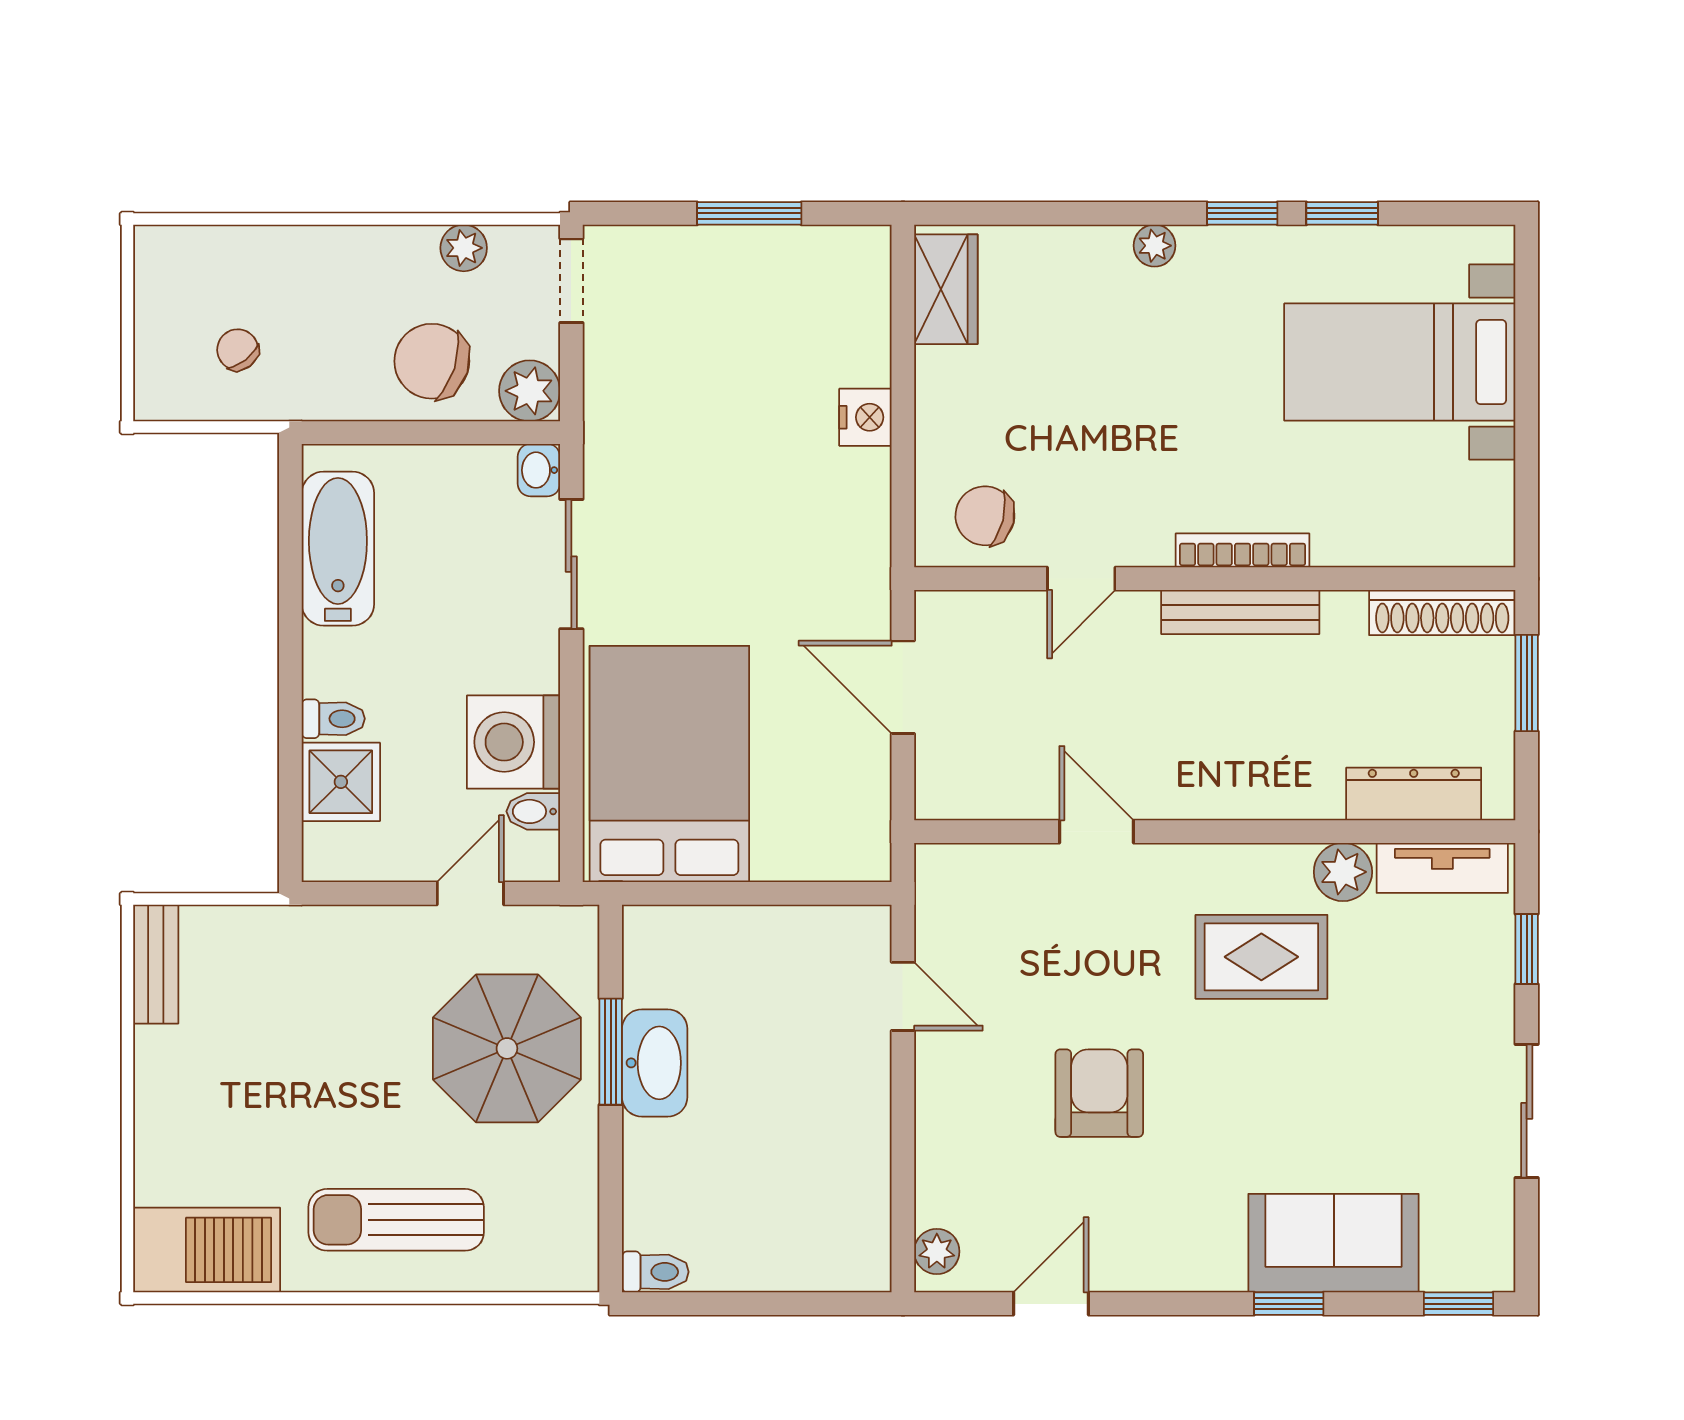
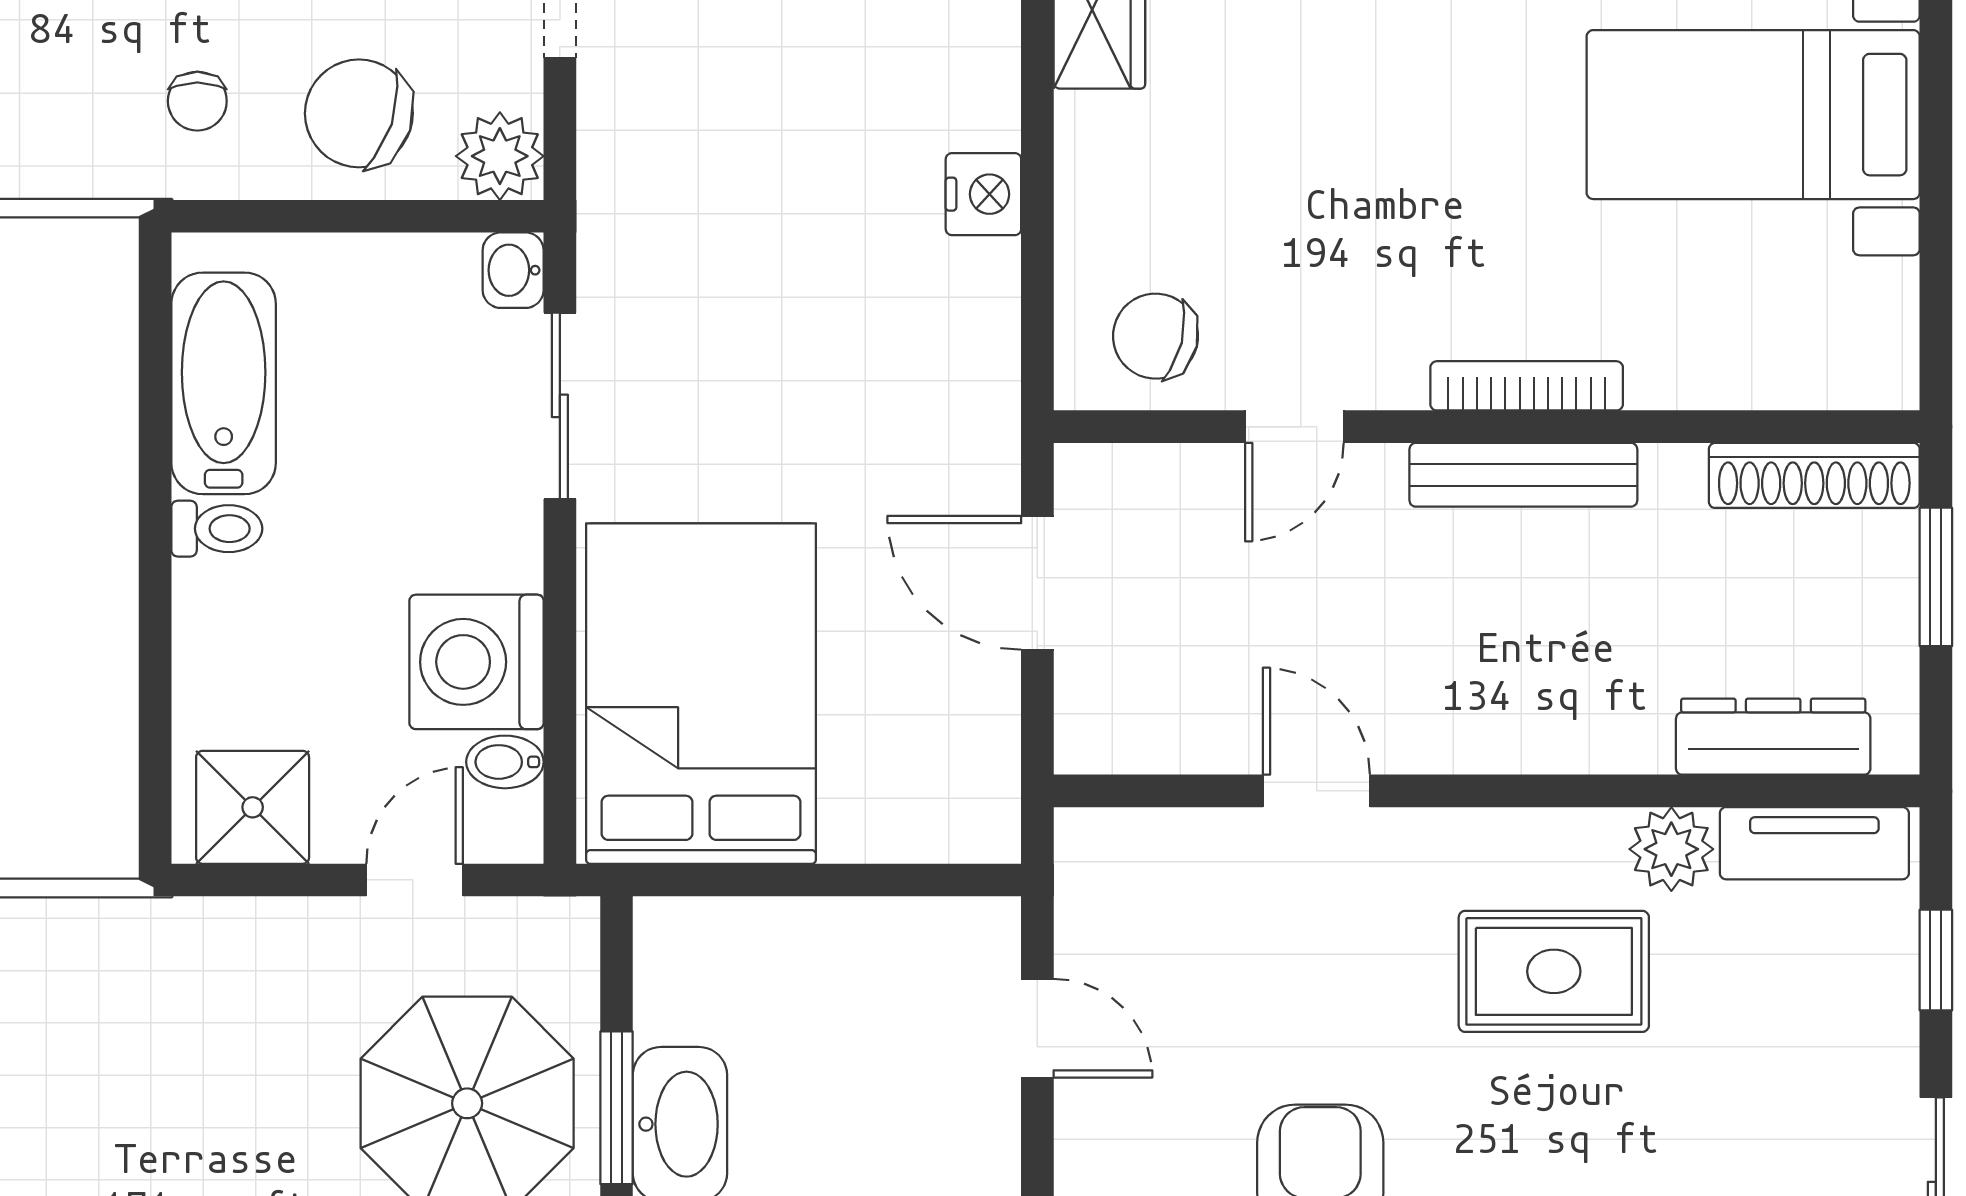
chair: (238, 350) -> (197, 101), moved, turned -142
toilet: (333, 719) -> (217, 529), moved
shower: (341, 782) -> (253, 807), moved

